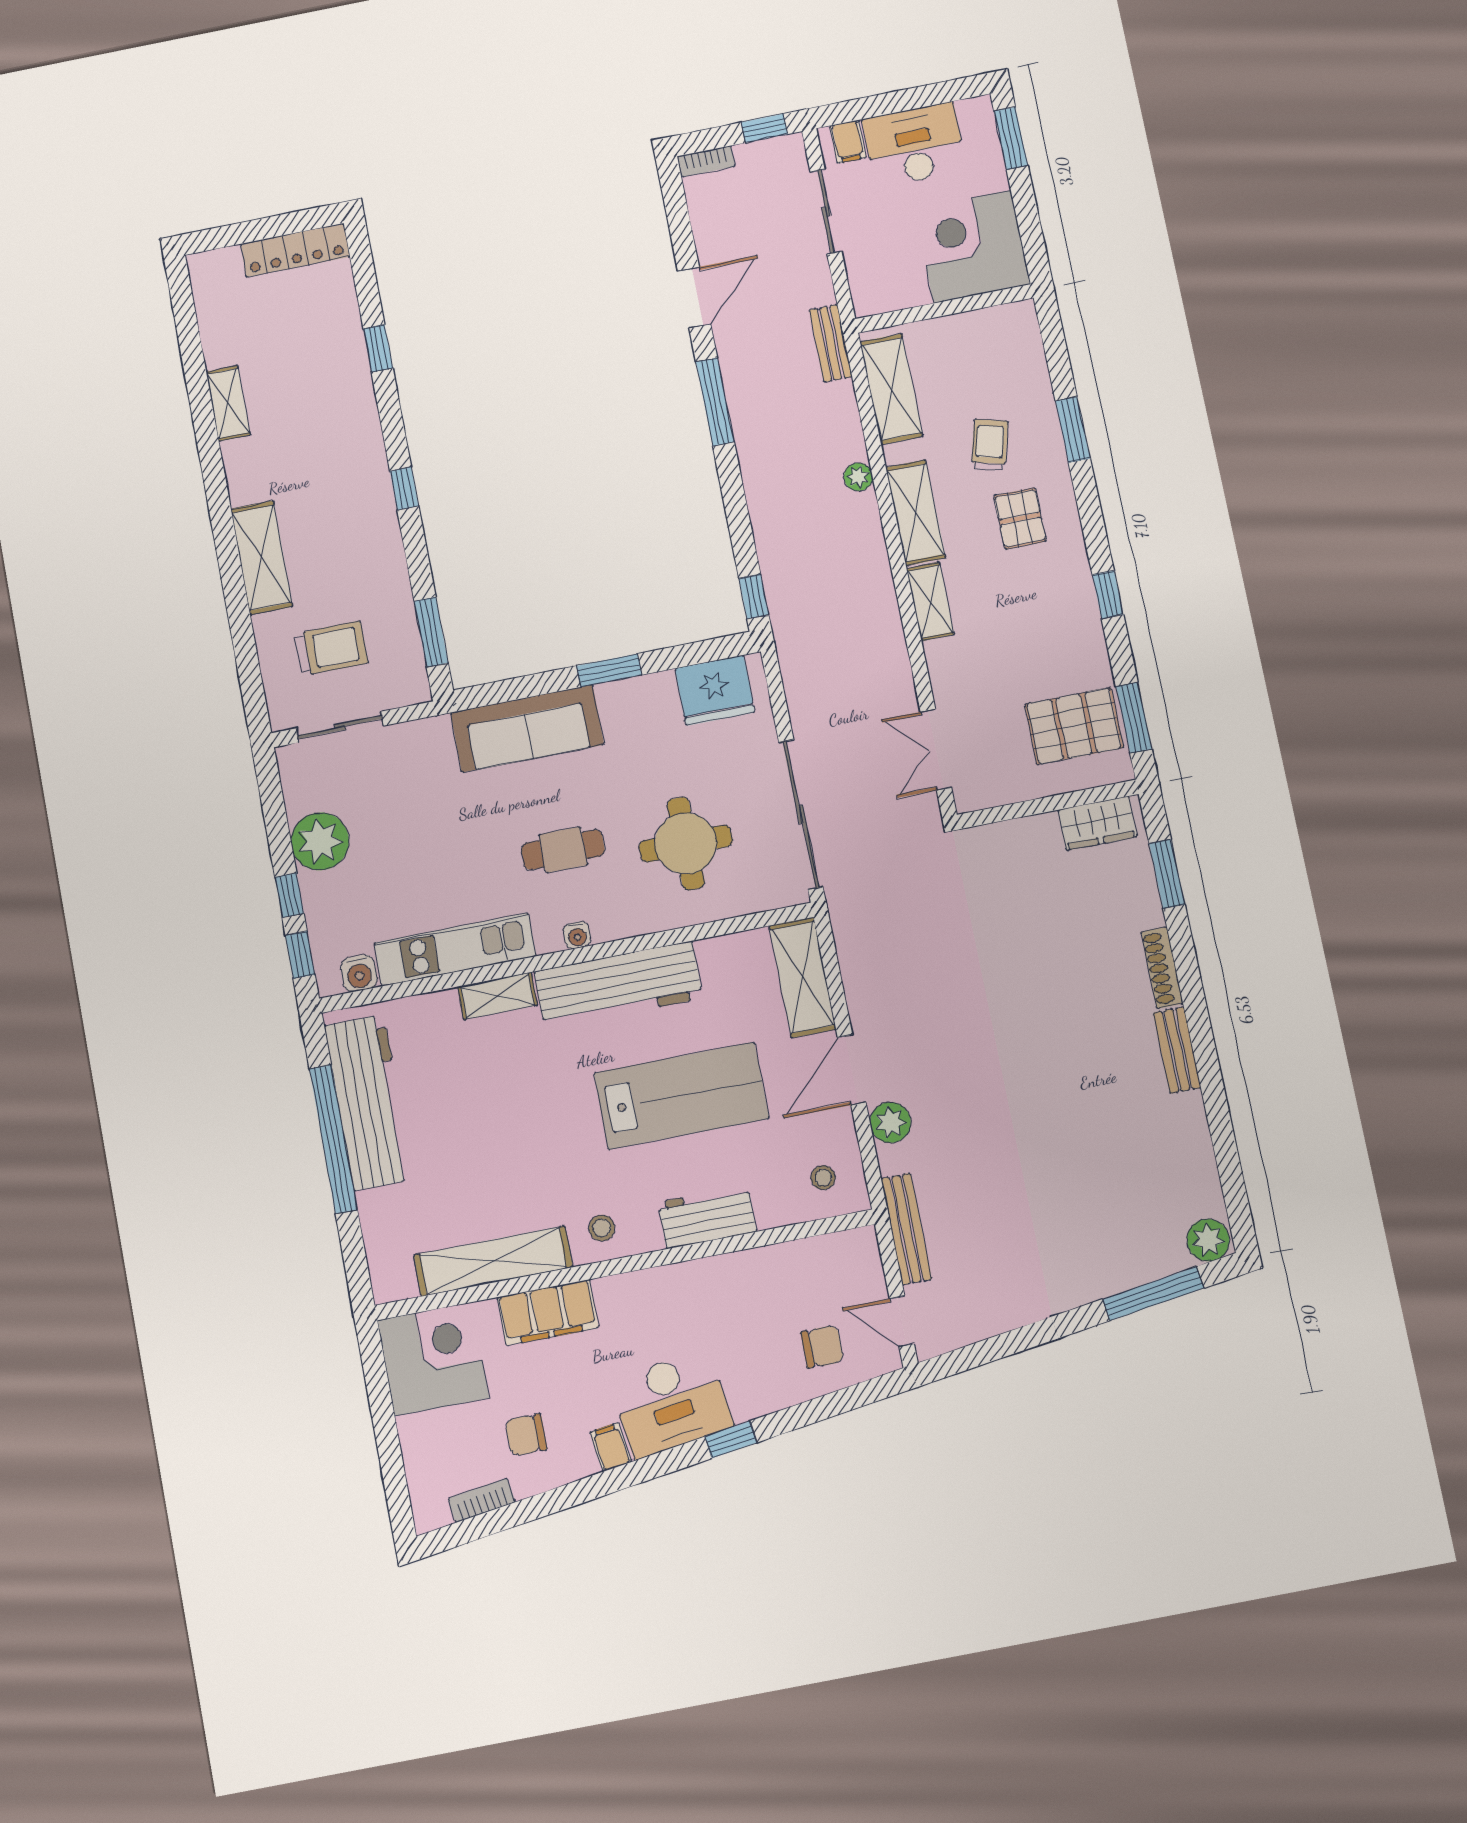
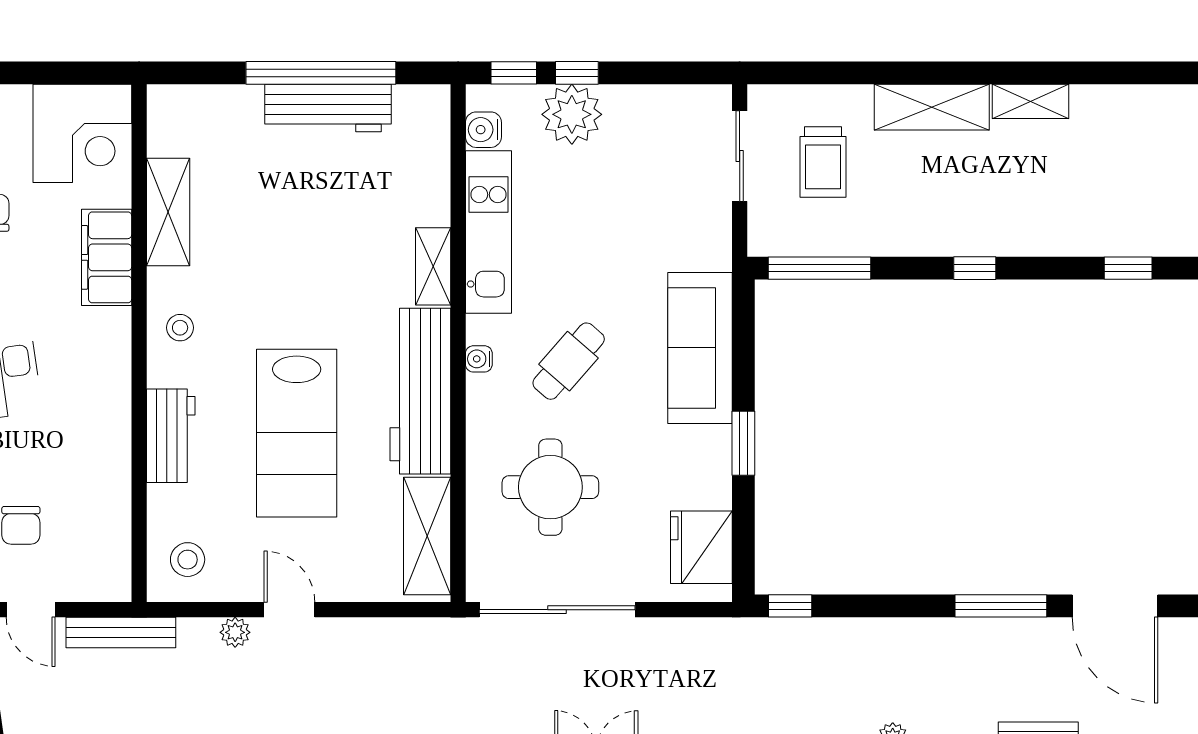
door: (694, 298) -> (1115, 606), width x1.36
shelving: (228, 403) -> (1030, 101), moved
window: (431, 632) -> (819, 268), width x1.44
plant: (320, 841) -> (572, 114), moved
cafe table: (563, 850) -> (569, 361), turned 41
shelving: (803, 977) -> (427, 536), moved, turned 90
door: (852, 1070) -> (289, 610), width x0.73
workbench: (369, 1102) -> (328, 108), width x0.73, depth x0.76
plant: (890, 1122) -> (235, 632), width x0.73, depth x0.73
stool: (823, 1178) -> (188, 560), width x1.37, depth x1.37
shelving: (493, 1261) -> (168, 212), width x0.68
door: (902, 1321) -> (31, 610), swing flipped

